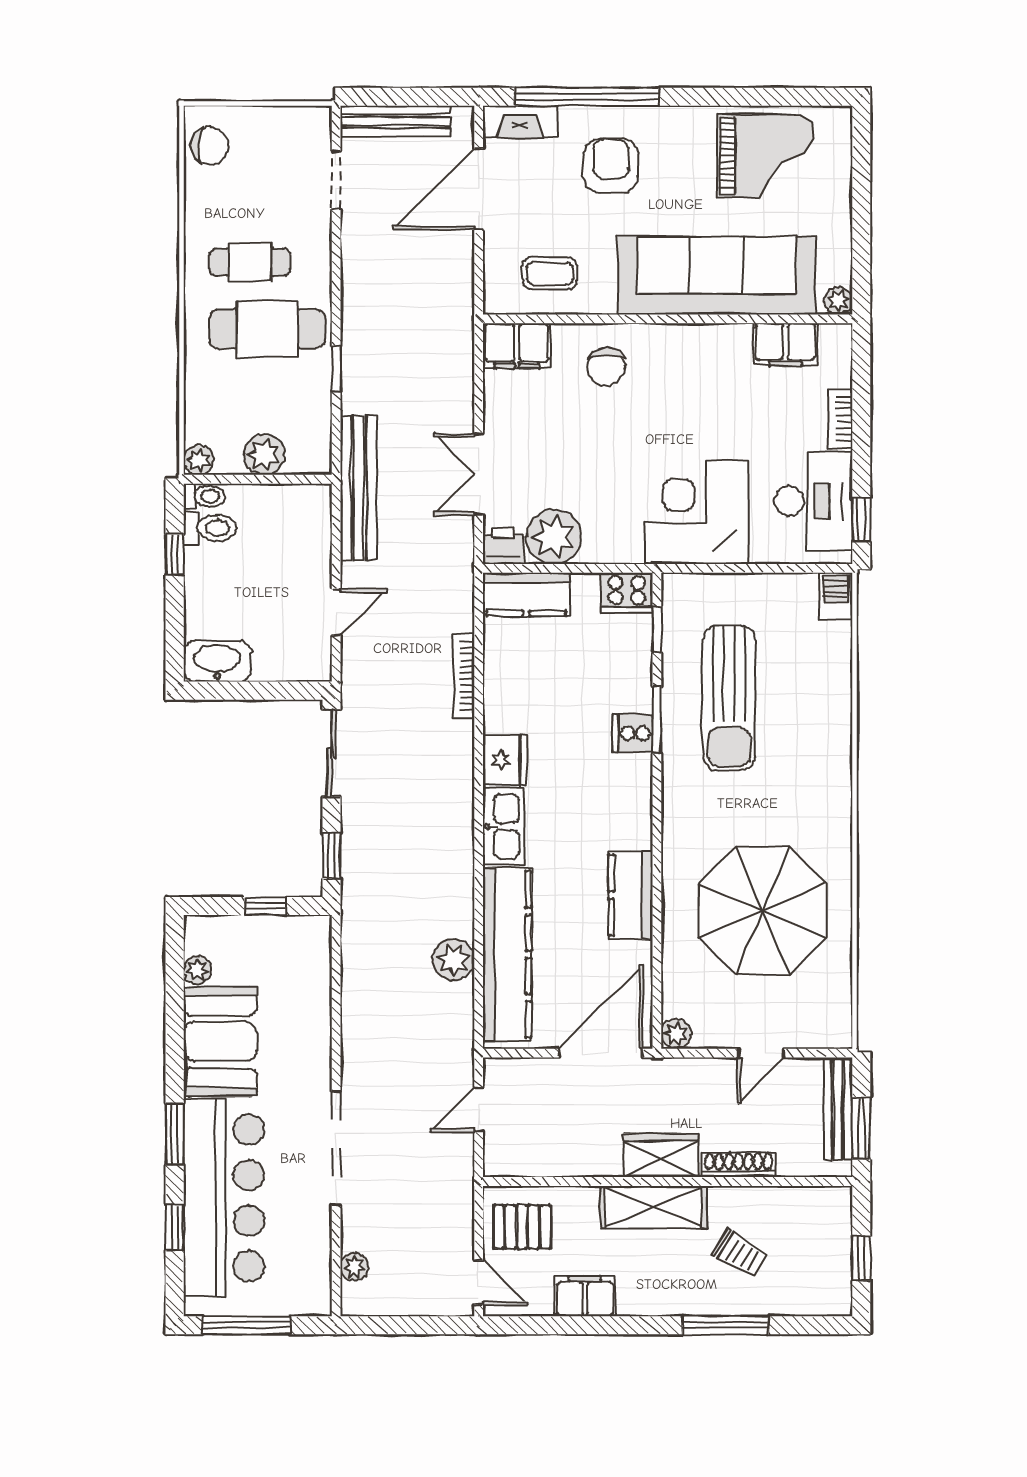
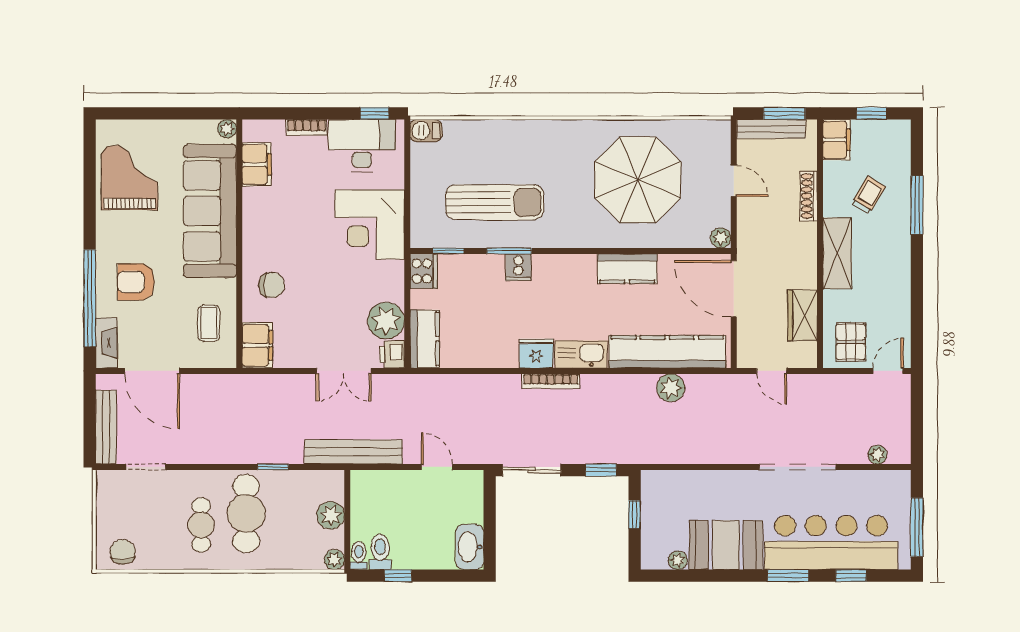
bookcase: (464, 676) -> (551, 381), moved
wardrobe: (661, 1155) -> (803, 315), moved
filing cabinet: (585, 1296) -> (837, 140), moved, turned 180

